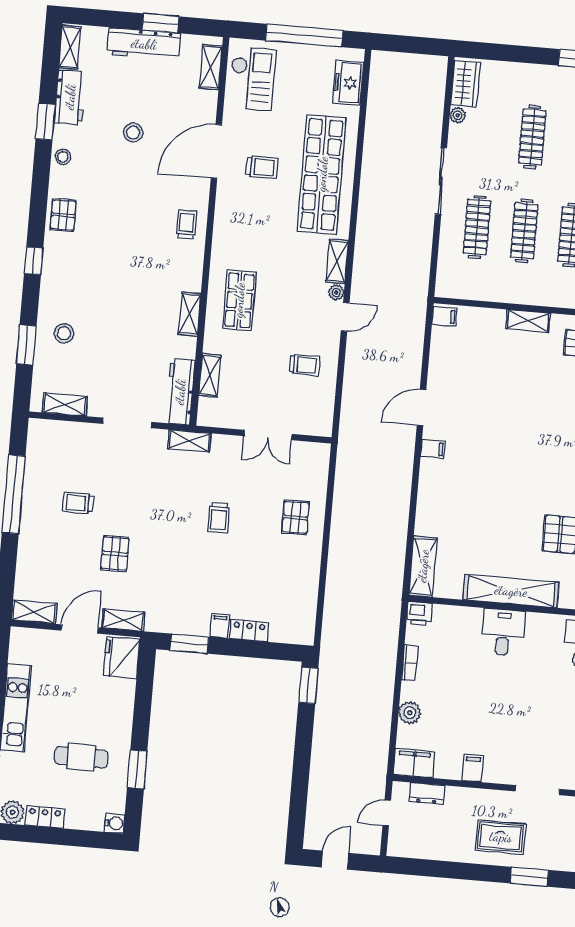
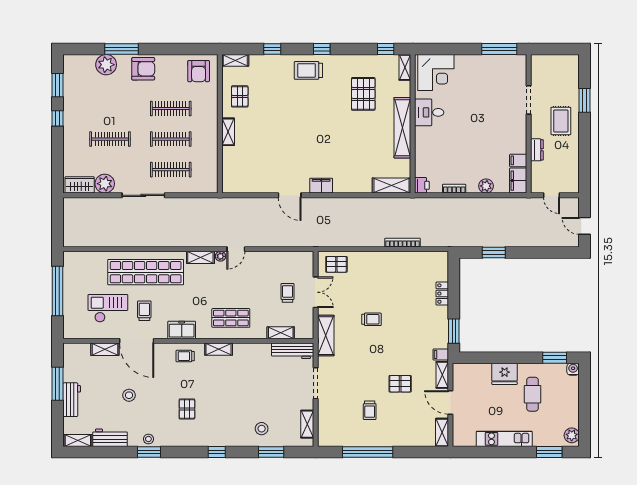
window: (161, 23) -> (57, 384), width x1.44
workbench: (144, 44) -> (72, 400), width x0.73
shelving: (211, 67) -> (105, 349), moved
checkout: (252, 79) -> (108, 308), moved
freezer: (348, 83) -> (182, 330), moved, turned 180
plant: (458, 115) -> (105, 184), width x1.88, depth x1.88
window: (46, 122) -> (149, 452), moved
pallet: (63, 215) -> (187, 409), moved, turned 90
shelving: (190, 314) -> (219, 349), moved
filing cabinet: (444, 316) -> (230, 186), removed
door: (345, 317) -> (236, 249), swing flipped
trolley: (305, 365) -> (287, 293), moved
shelving: (189, 441) -> (326, 336), width x1.50, depth x1.33
filing cabinet: (433, 449) -> (321, 186), width x2.00
pallet: (295, 517) -> (336, 264), moved
bookcase: (333, 576) -> (402, 243), added
filing cabinet: (220, 626) -> (441, 354), moved
desk: (503, 632) -> (429, 112), moved
fridge: (122, 658) -> (505, 374), moved
window: (308, 685) -> (494, 253), moved
filing cabinet: (473, 768) -> (518, 160), moved
window: (137, 769) -> (555, 358), moved
dresser: (427, 794) -> (537, 150), moved
locker: (45, 817) -> (573, 414), removed

